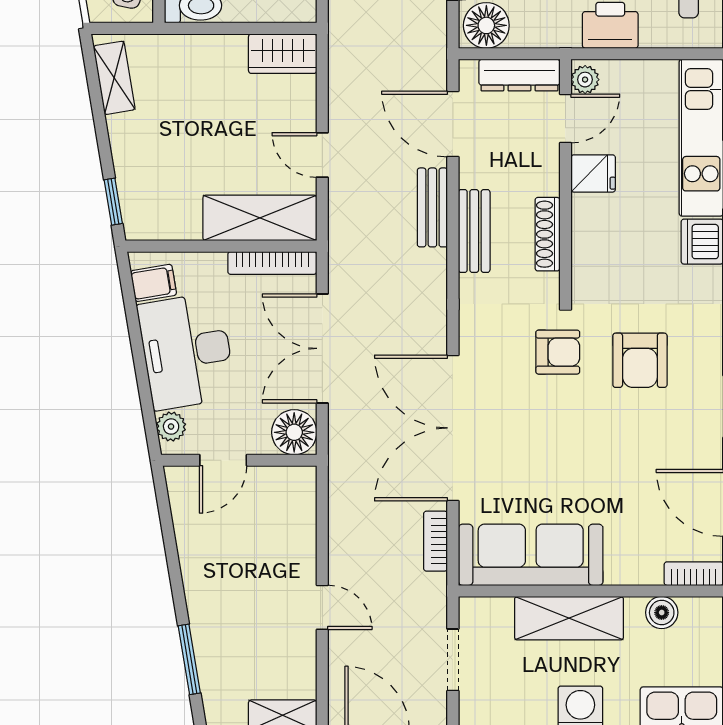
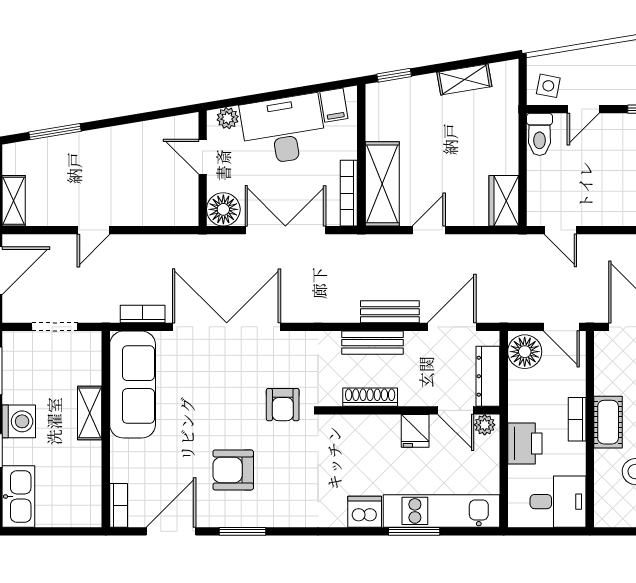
shelving: (114, 78) -> (464, 79), moved
armchair: (640, 360) -> (233, 470), moved
boiler: (662, 613) -> (90, 482), removed
shelving: (569, 618) -> (90, 413), width x0.67, depth x0.75

